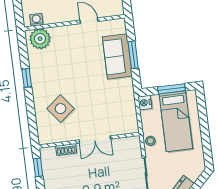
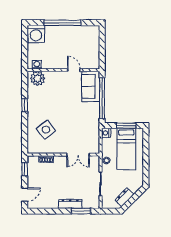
window: (133, 55) -> (102, 98), width x2.11
sofa: (117, 56) -> (91, 86), moved
double door: (95, 140) -> (78, 155), moved

